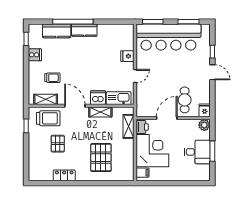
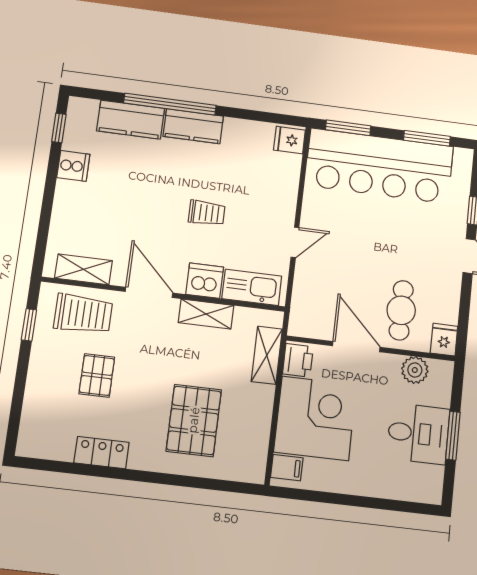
fridge: (127, 56) -> (289, 140), moved
trolley: (52, 78) -> (207, 213), moved
door: (167, 118) -> (356, 347), hinge flipped
plant: (204, 125) -> (415, 370), moved

